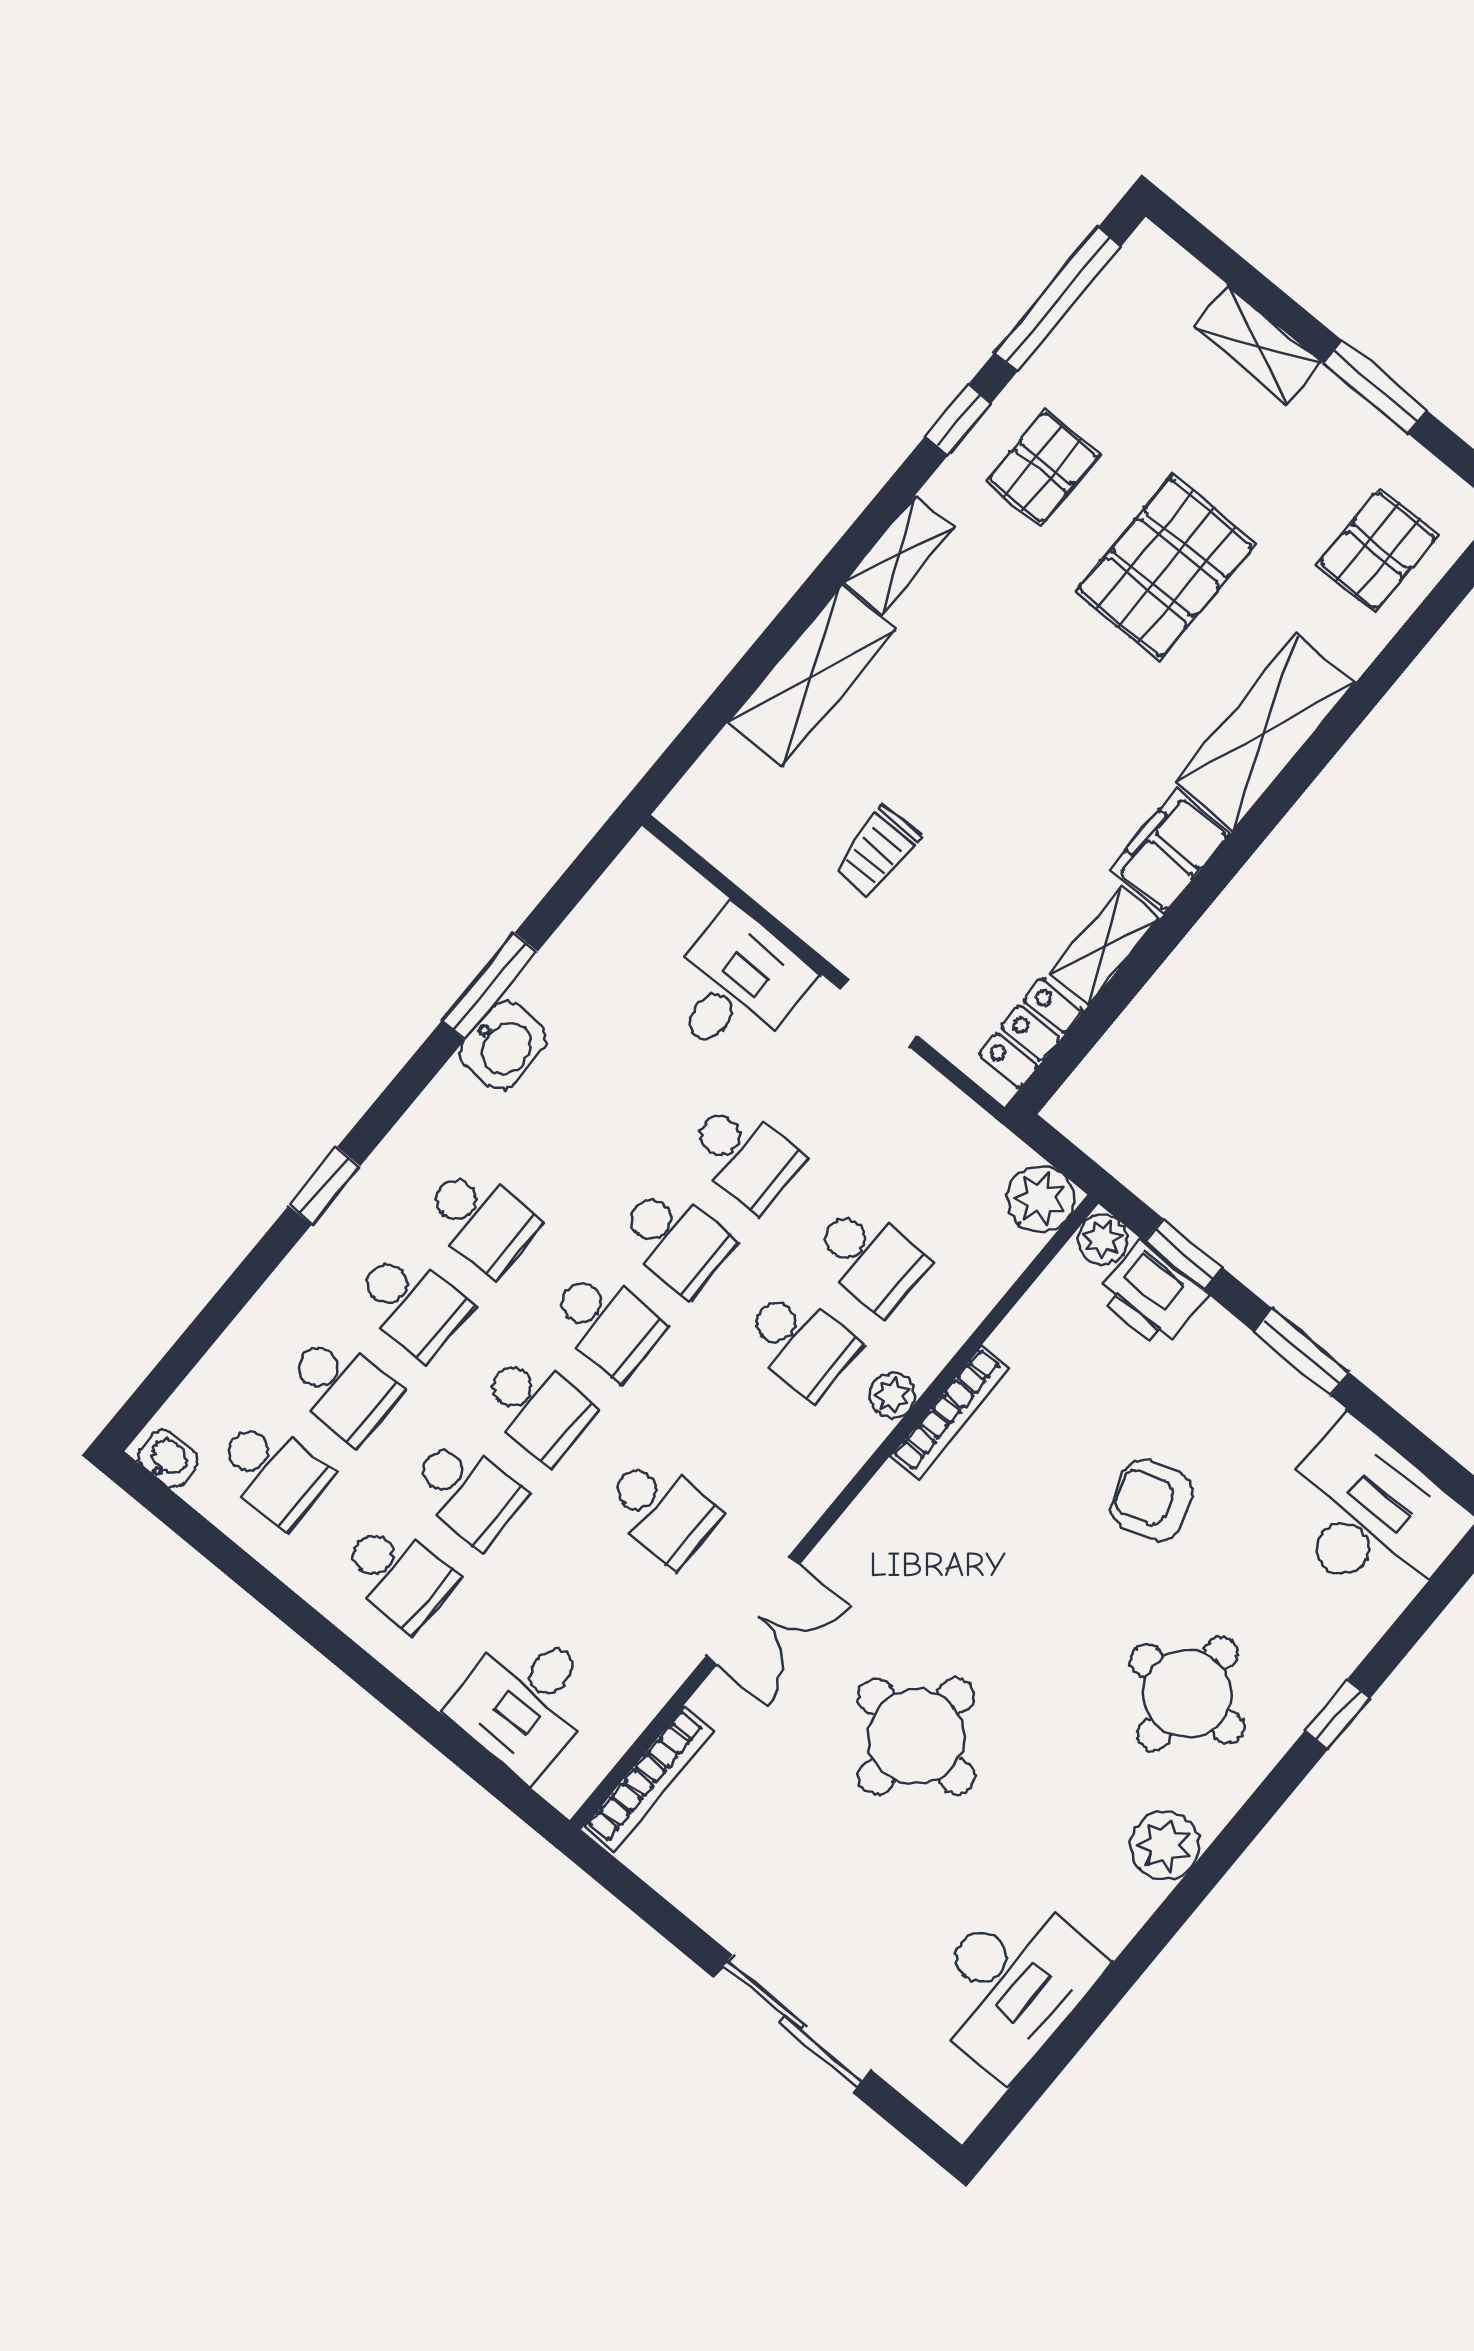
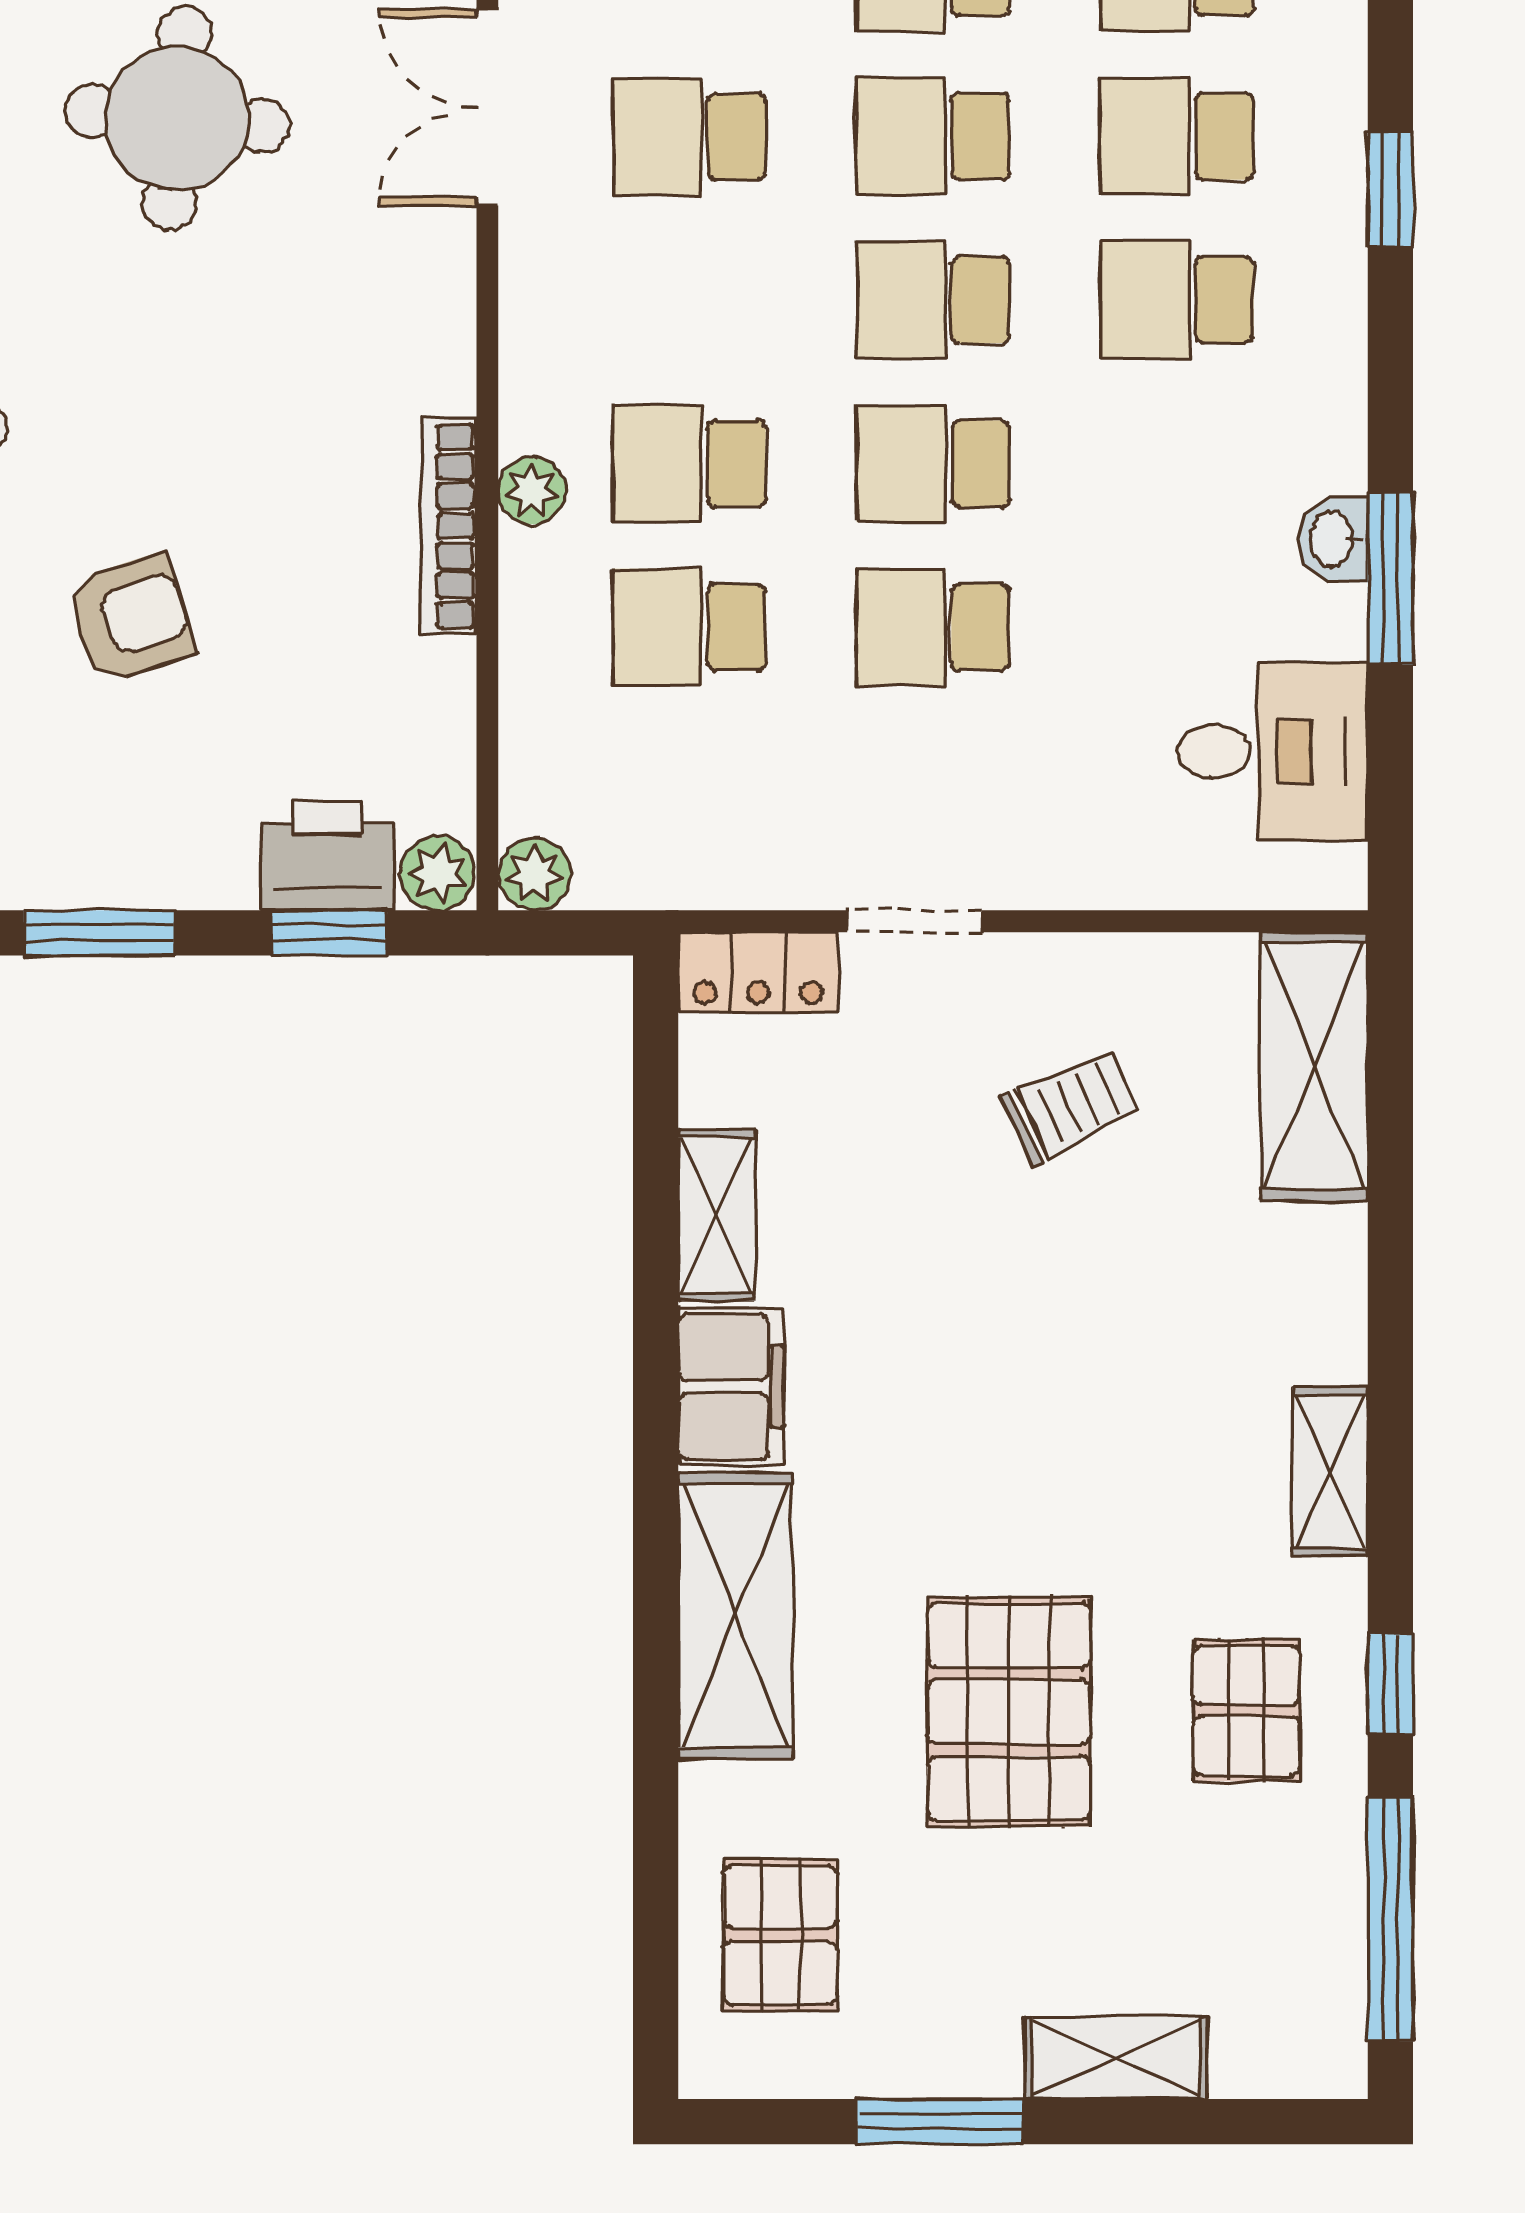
shelving: (812, 676) -> (1314, 1066), moved
trolley: (877, 851) -> (1071, 1106), turned 65
desk: (736, 986) -> (1273, 751), moved, turned -90
locker: (1031, 1033) -> (758, 972), moved, turned 90
washbasin: (503, 1046) -> (1333, 539), width x0.72, depth x0.69
plant: (1041, 1199) -> (534, 874), width x0.73, depth x0.73

